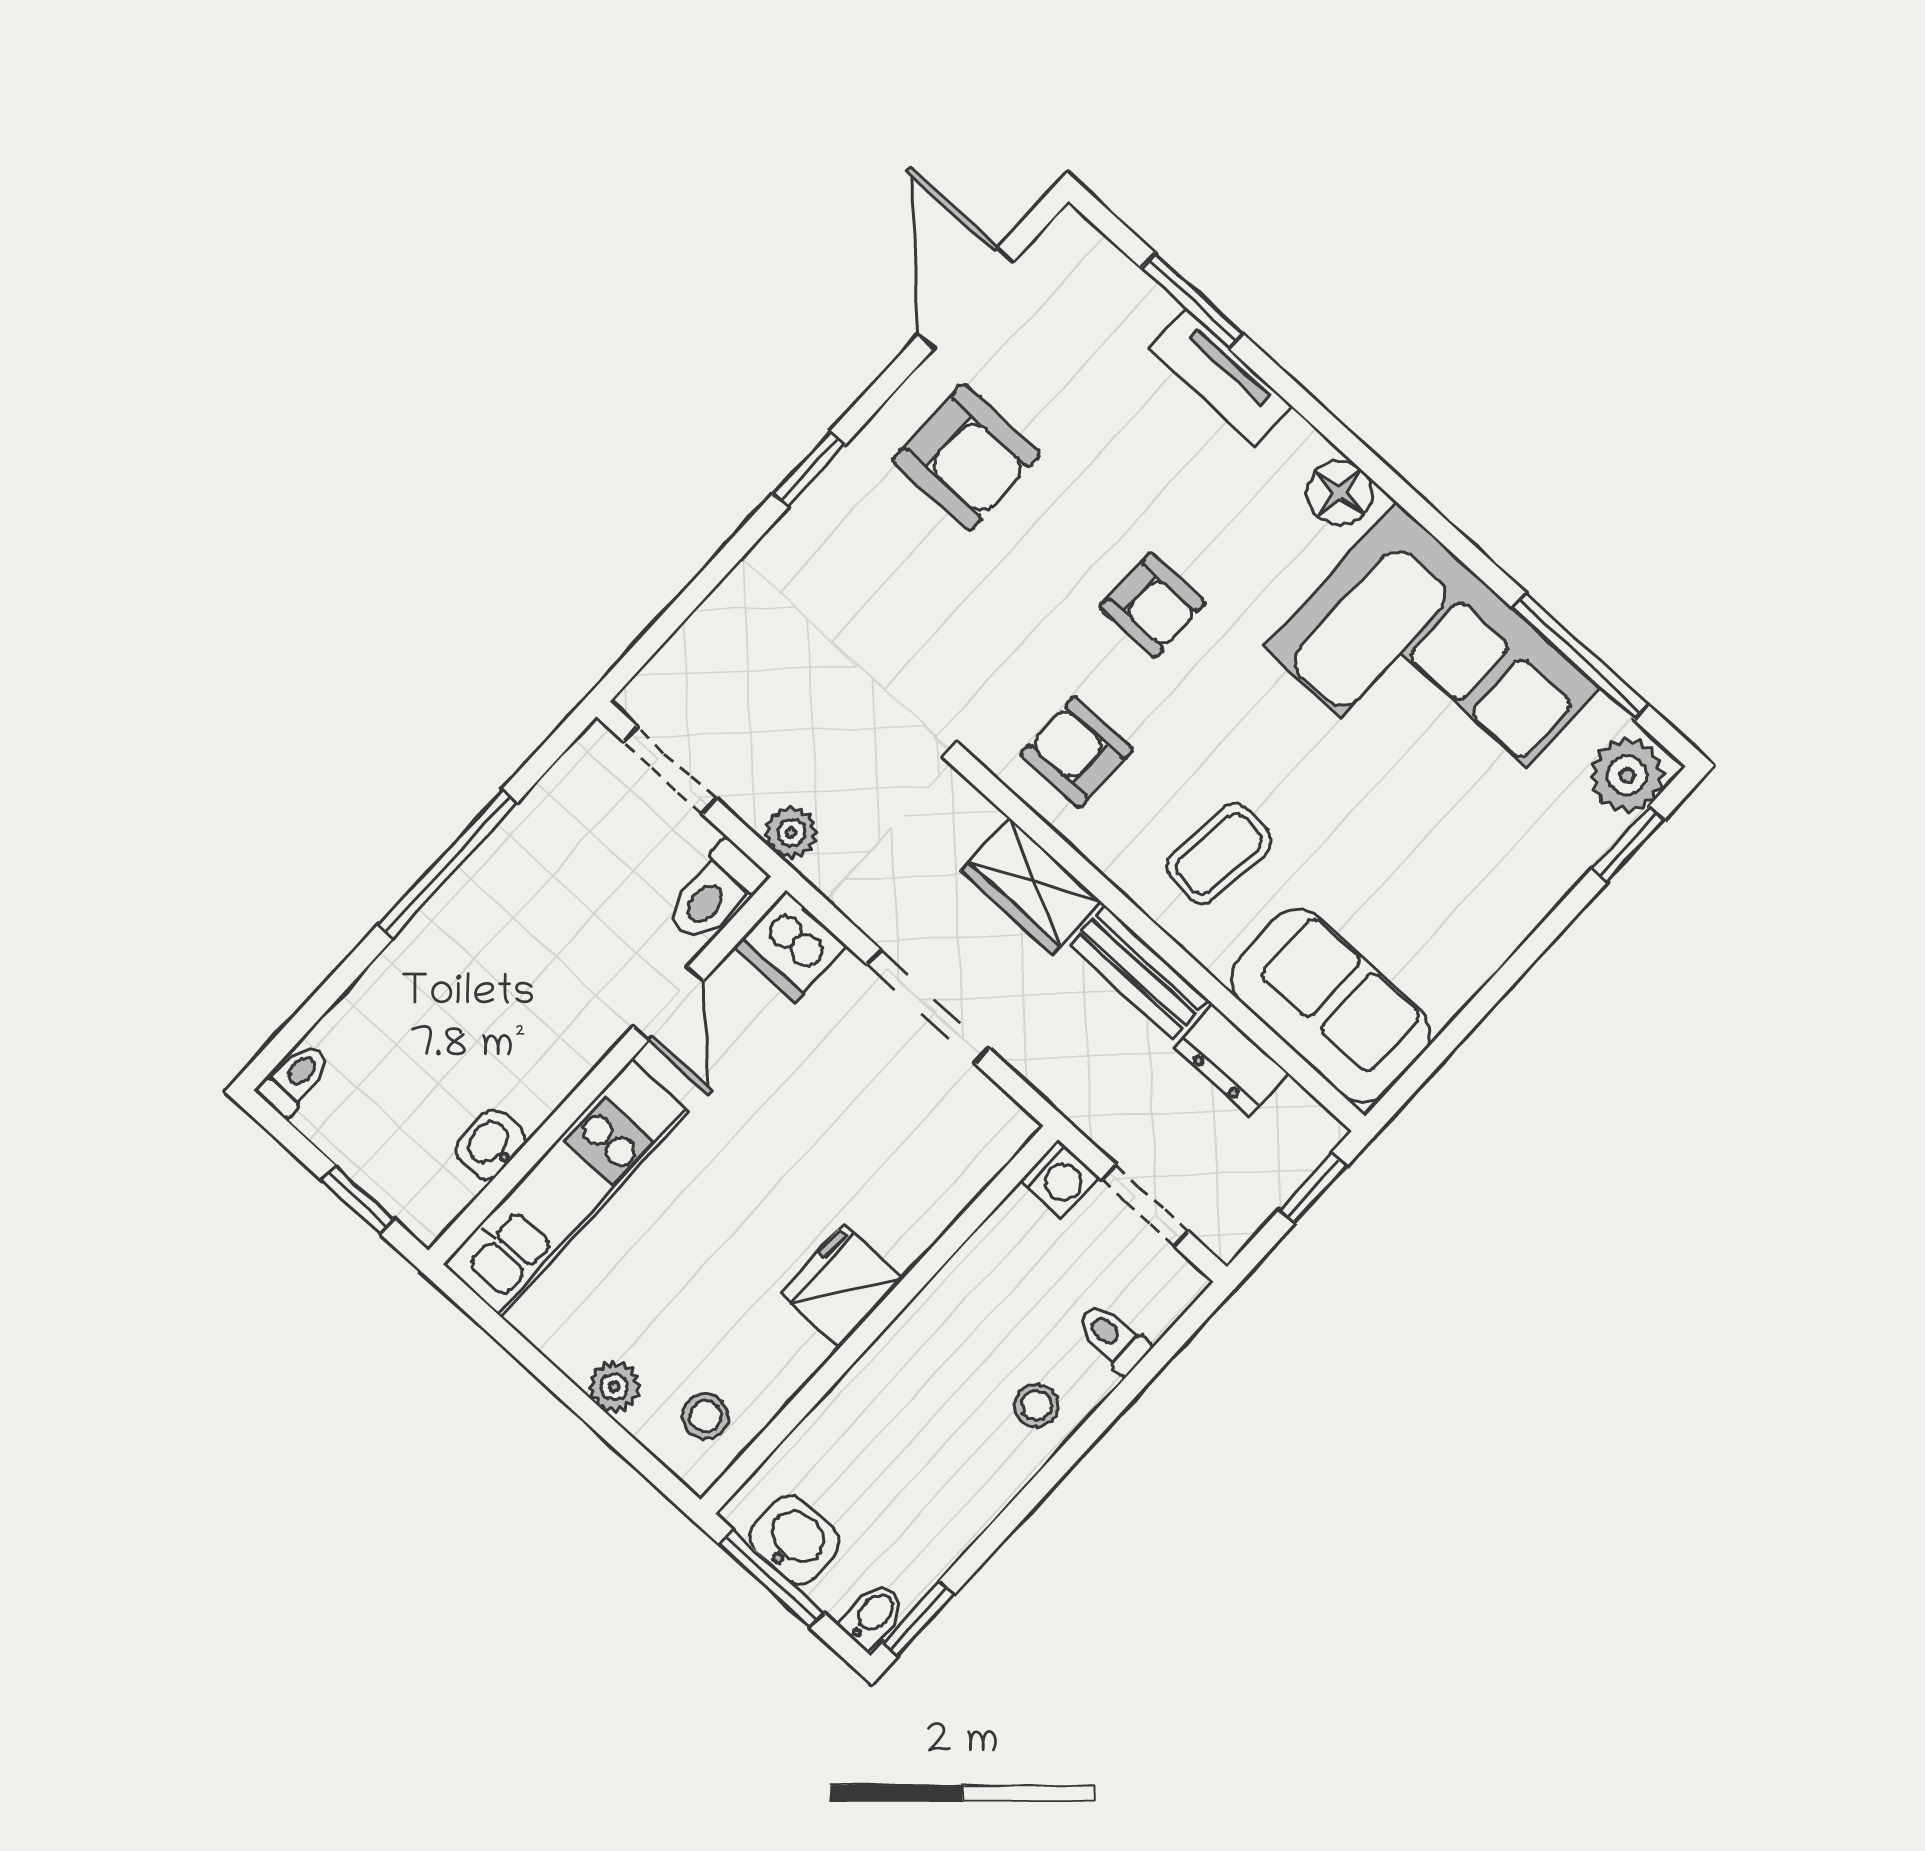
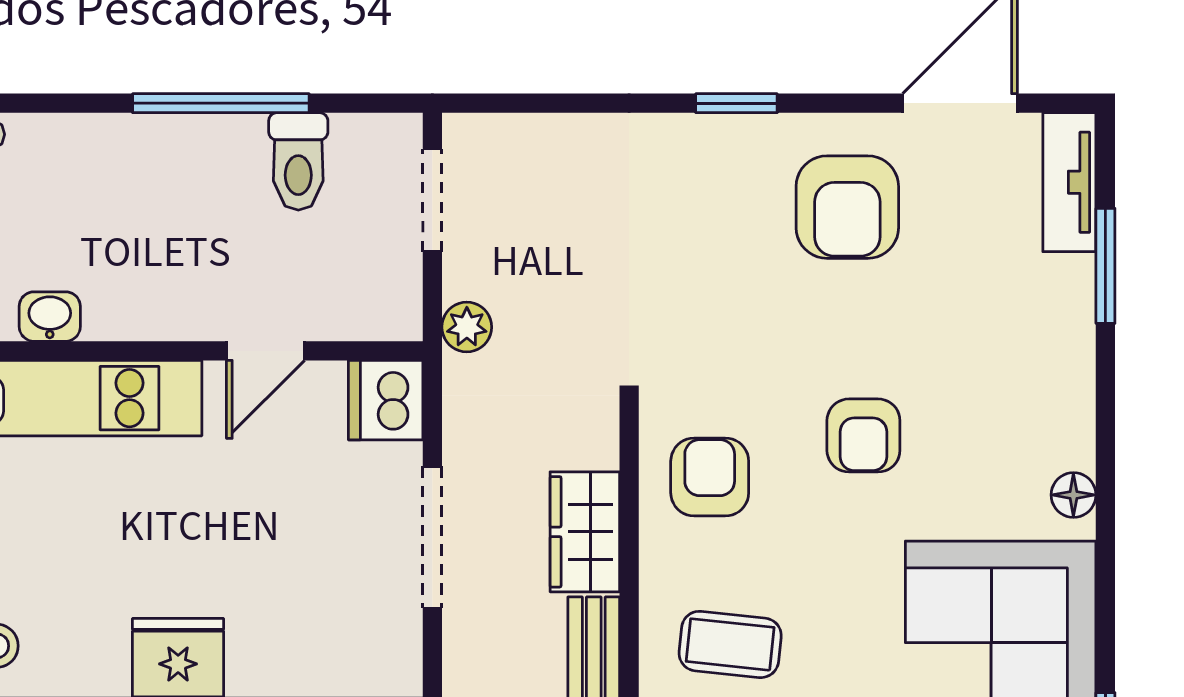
tv unit: (1221, 378) -> (1069, 182), moved
floor lamp: (1340, 493) -> (1073, 495), width x0.73, depth x0.73
toilet: (714, 893) -> (298, 161), moved, turned -90

